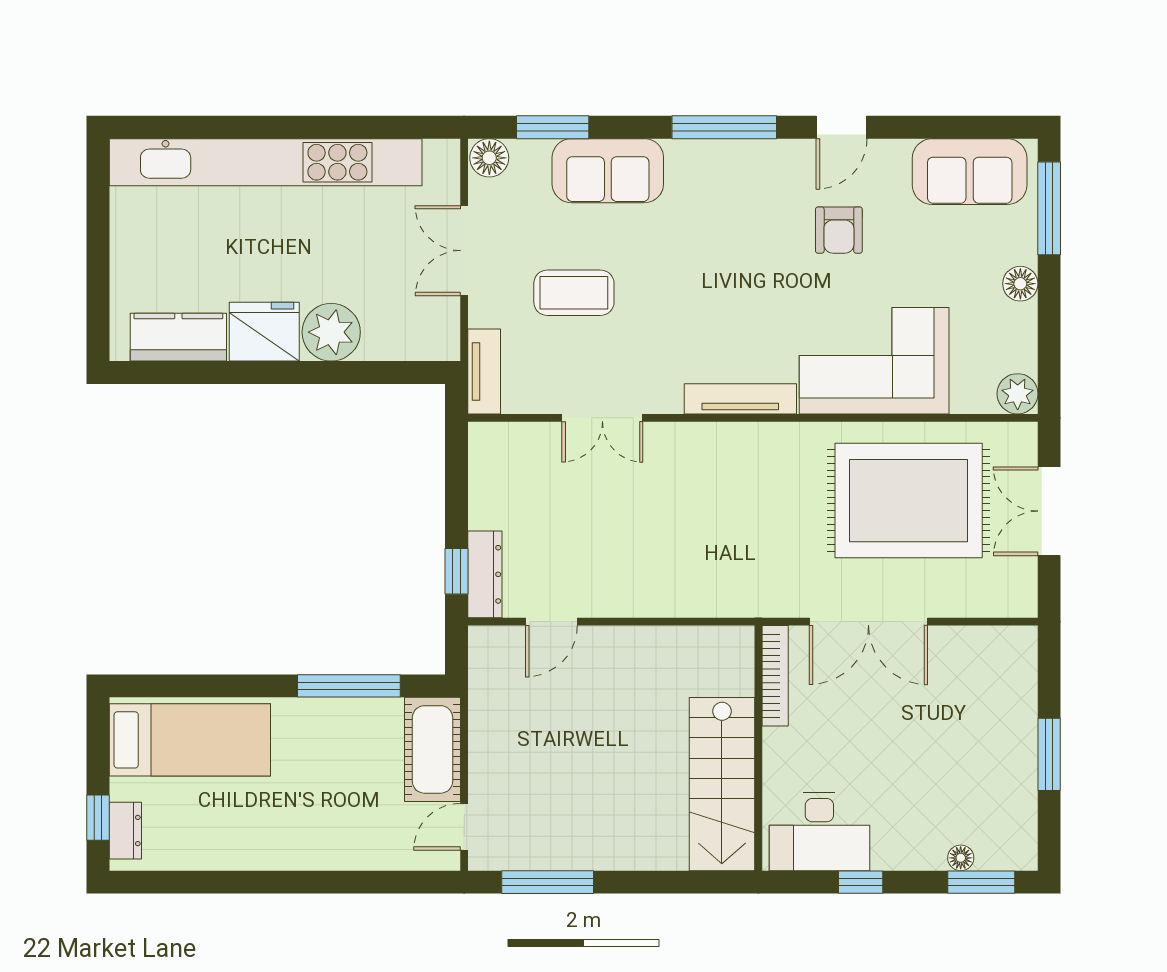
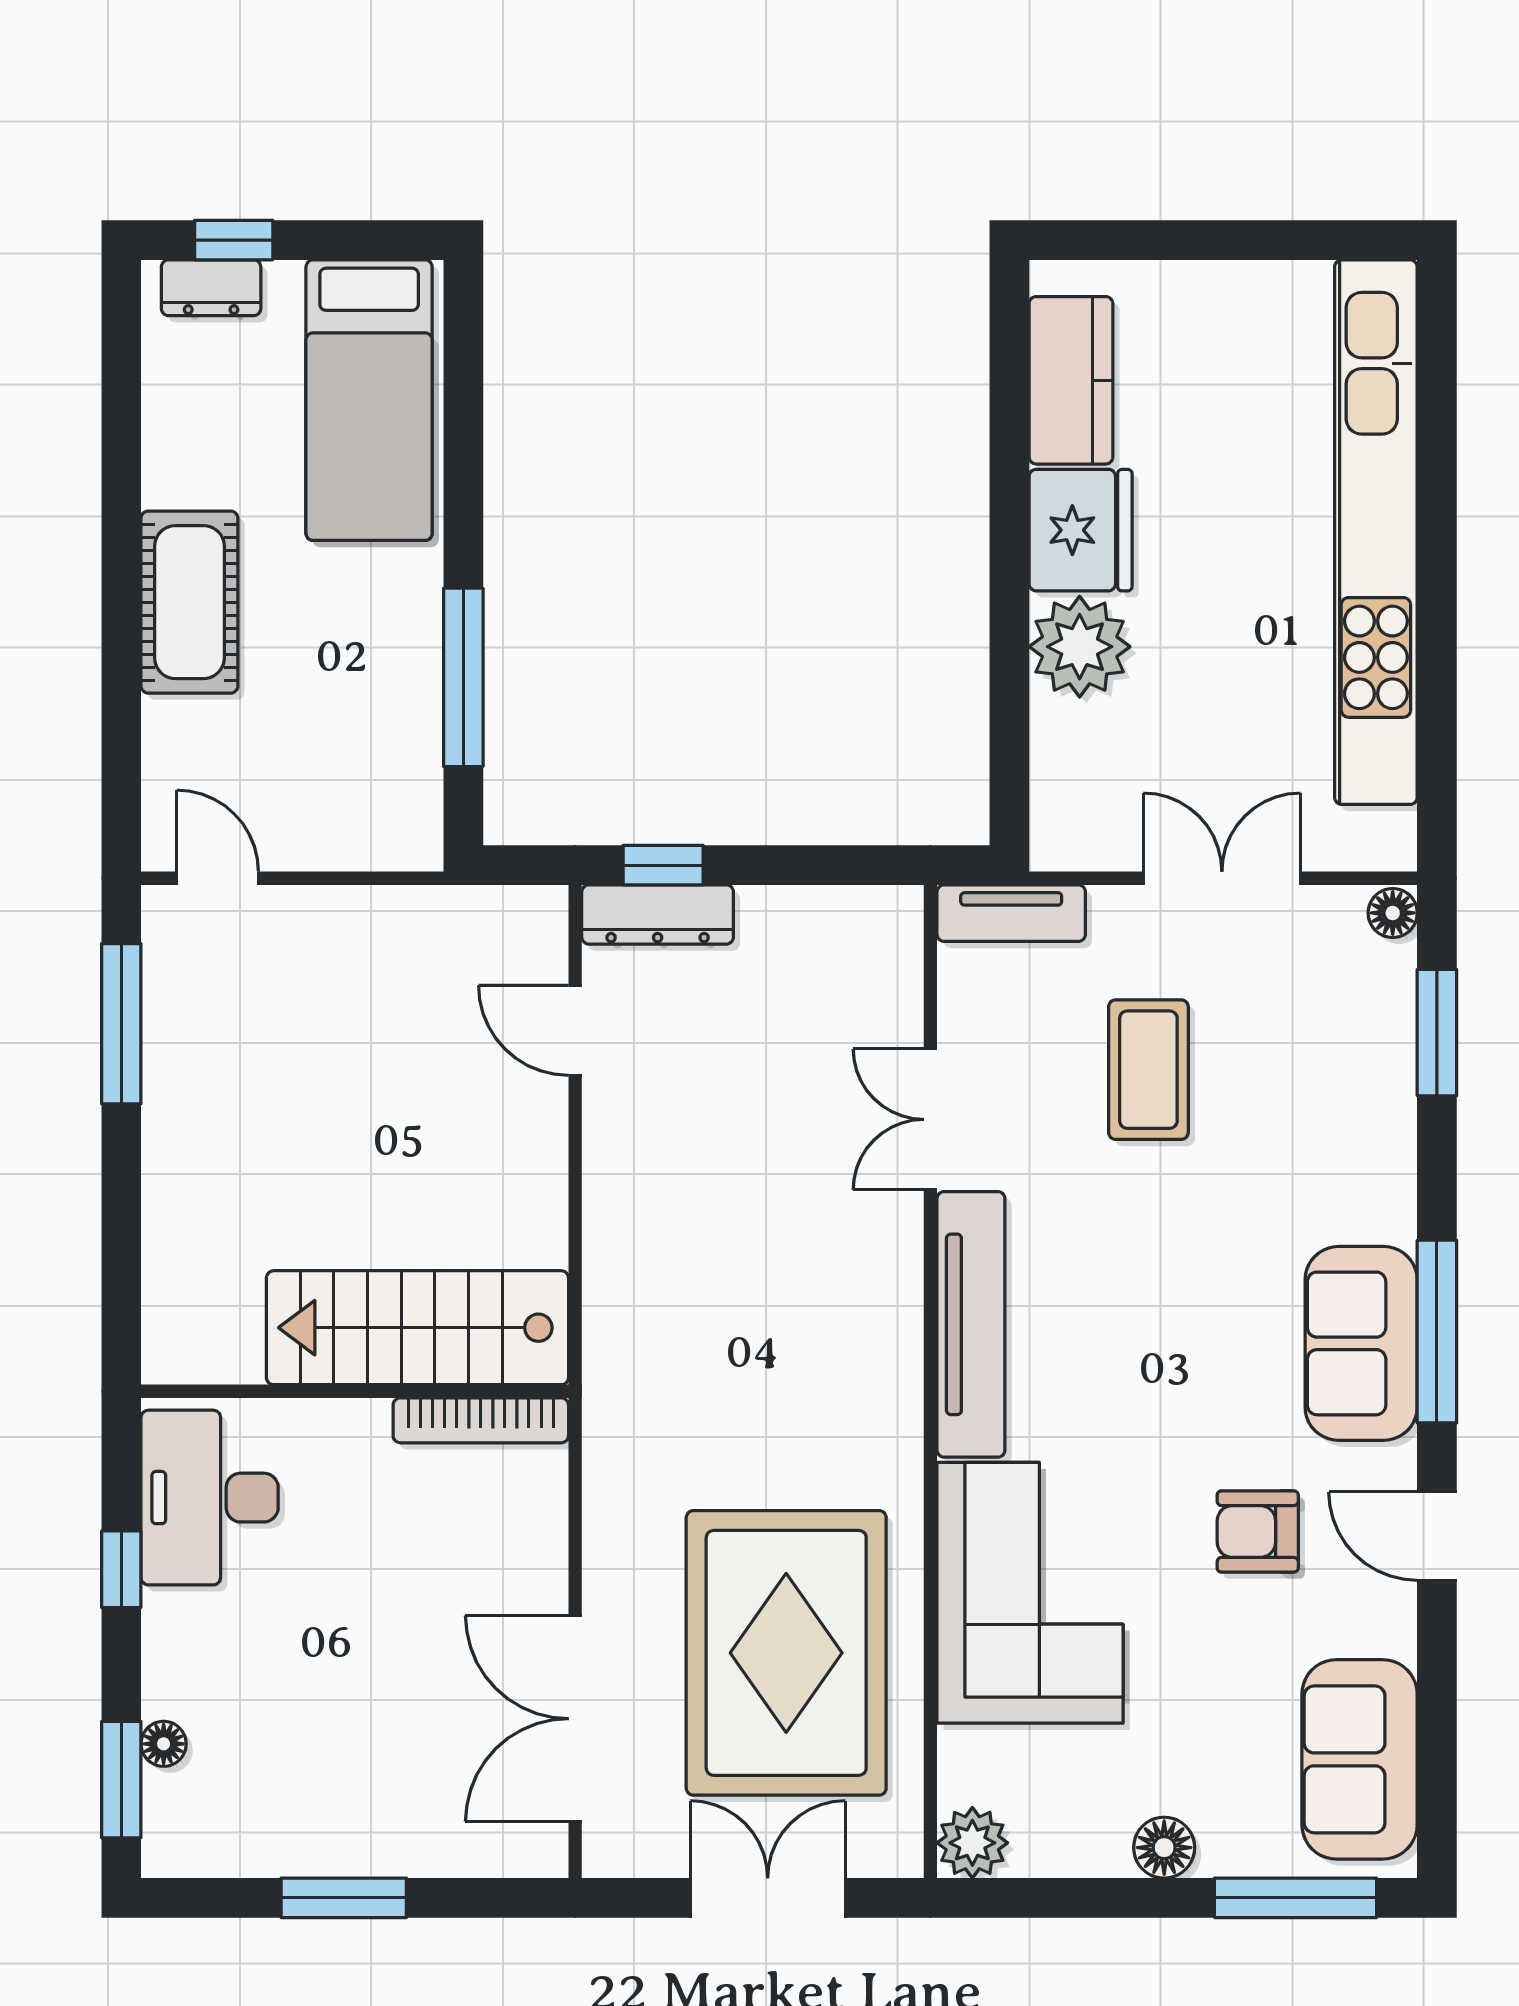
floor lamp: (489, 158) -> (1393, 913), width x0.73, depth x0.73
sofa: (608, 171) -> (1361, 1343), moved
tv unit: (740, 399) -> (971, 1324), width x1.36, depth x1.29
double door: (868, 622) -> (575, 1719), moved
cot: (432, 749) -> (189, 602), moved, turned 90
stairs: (722, 784) -> (417, 1328), moved

